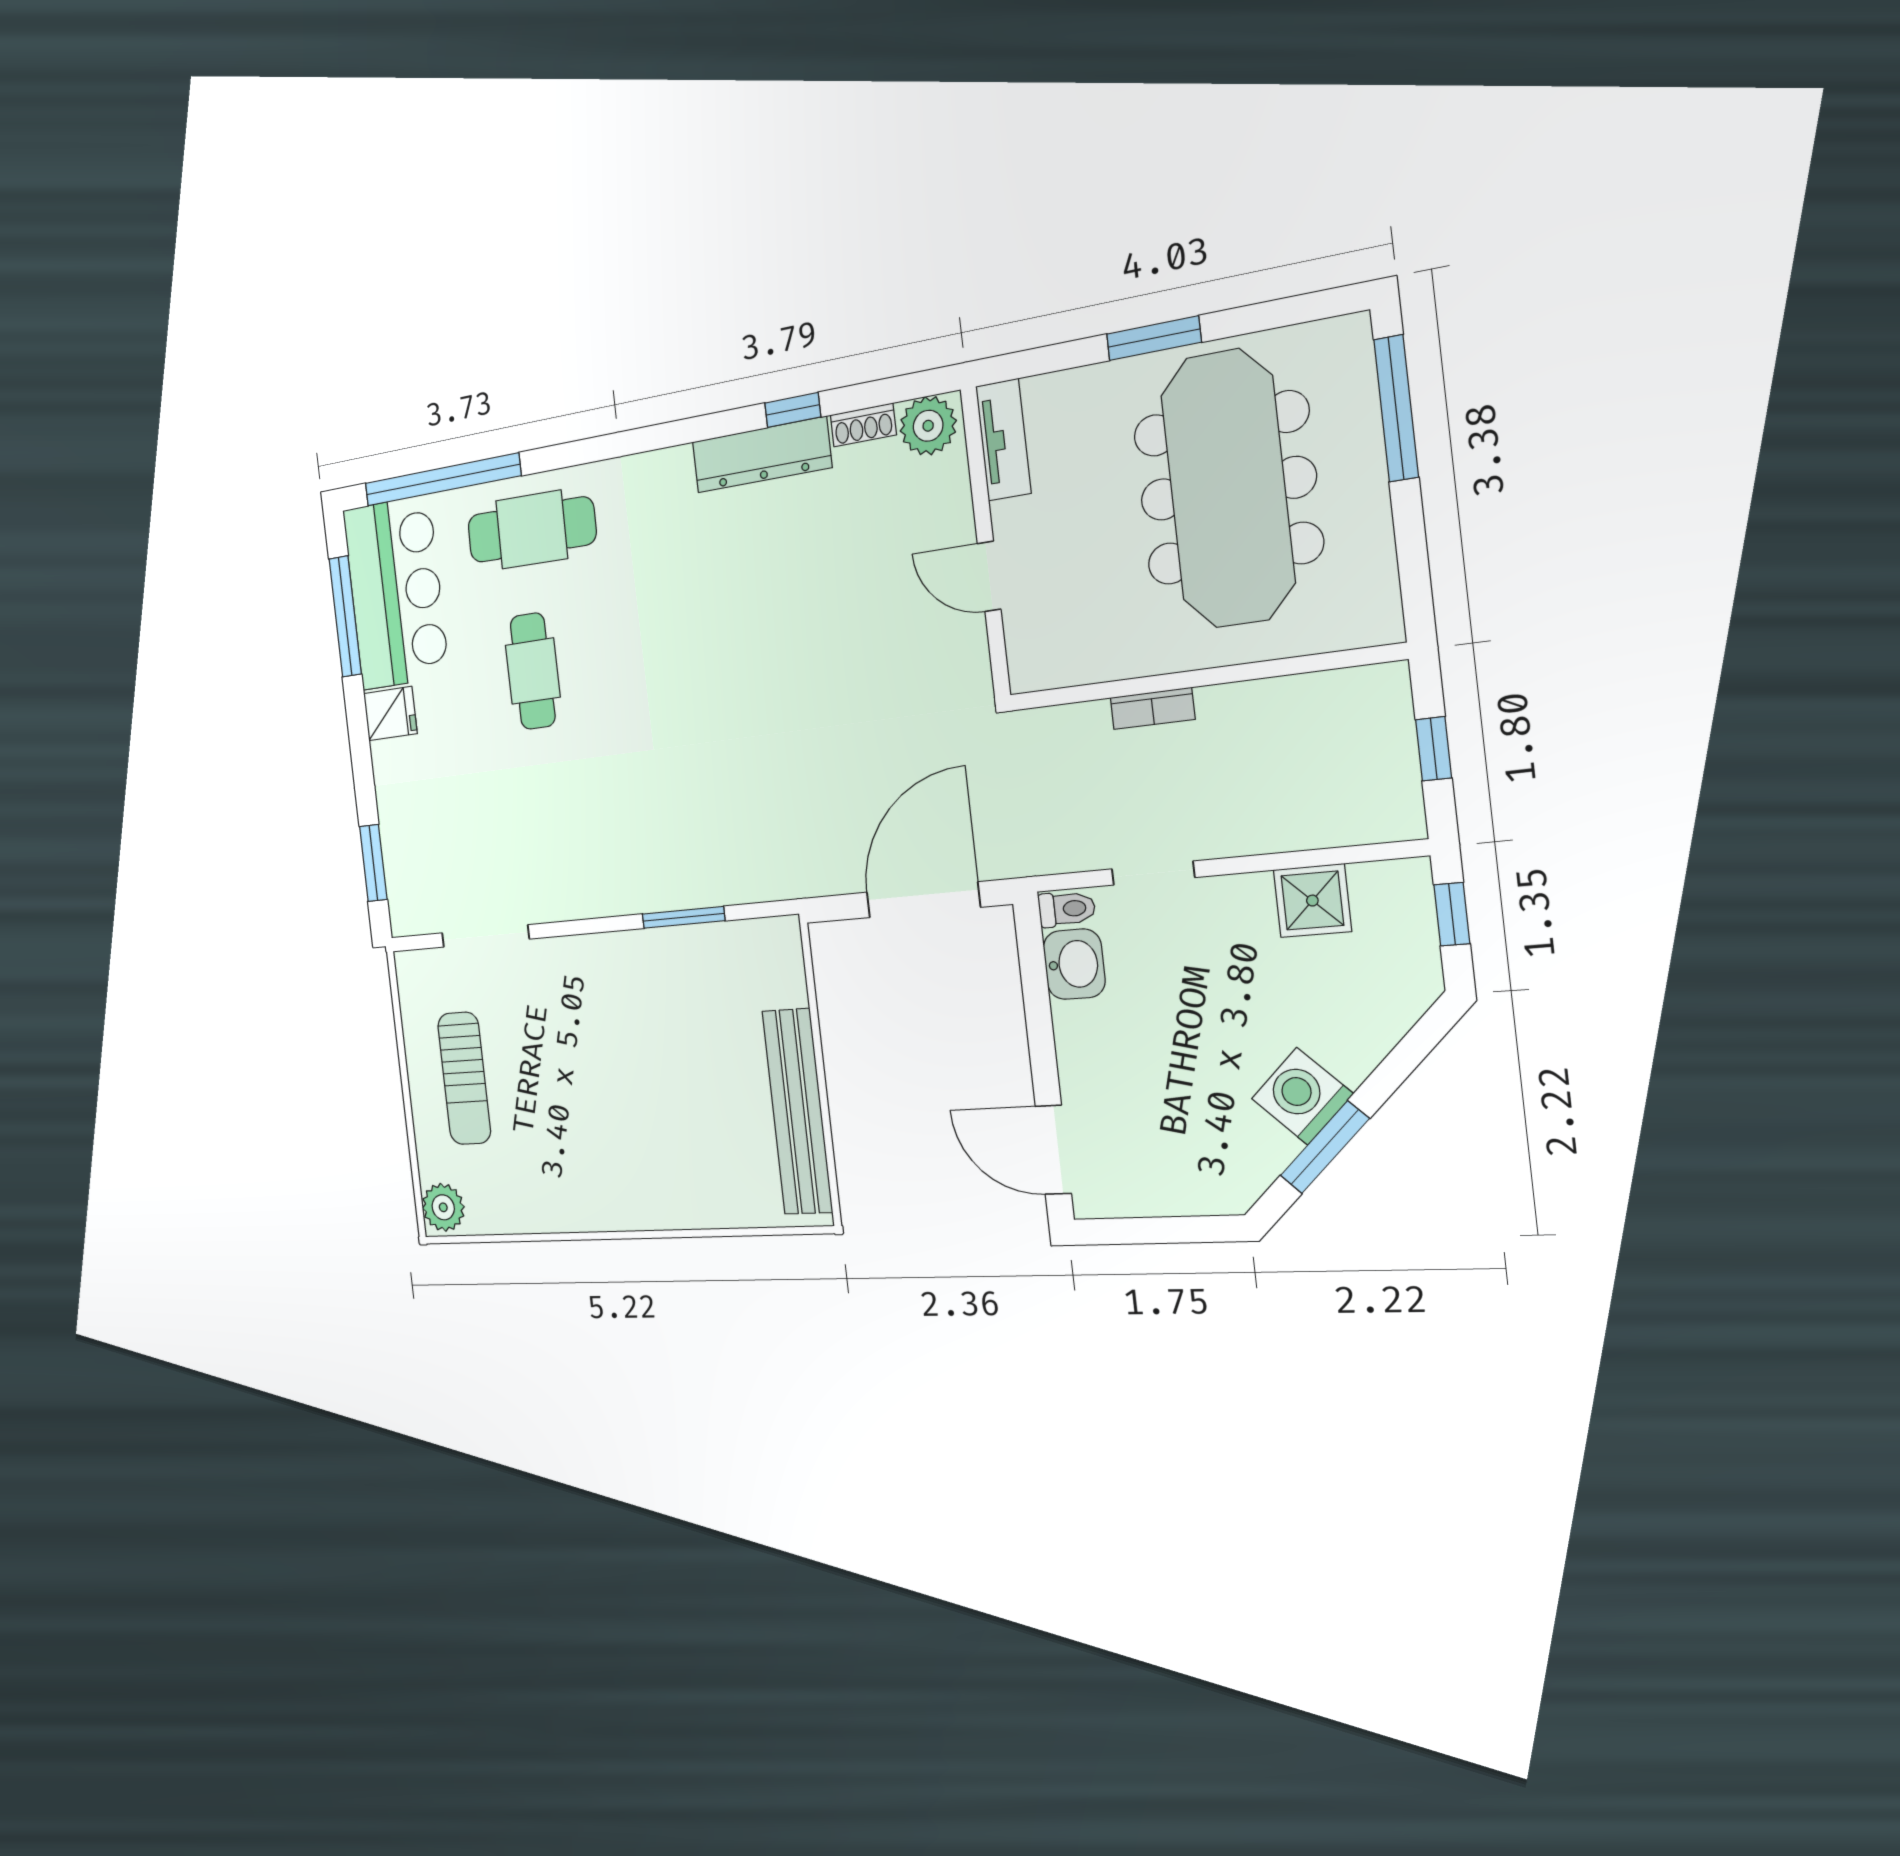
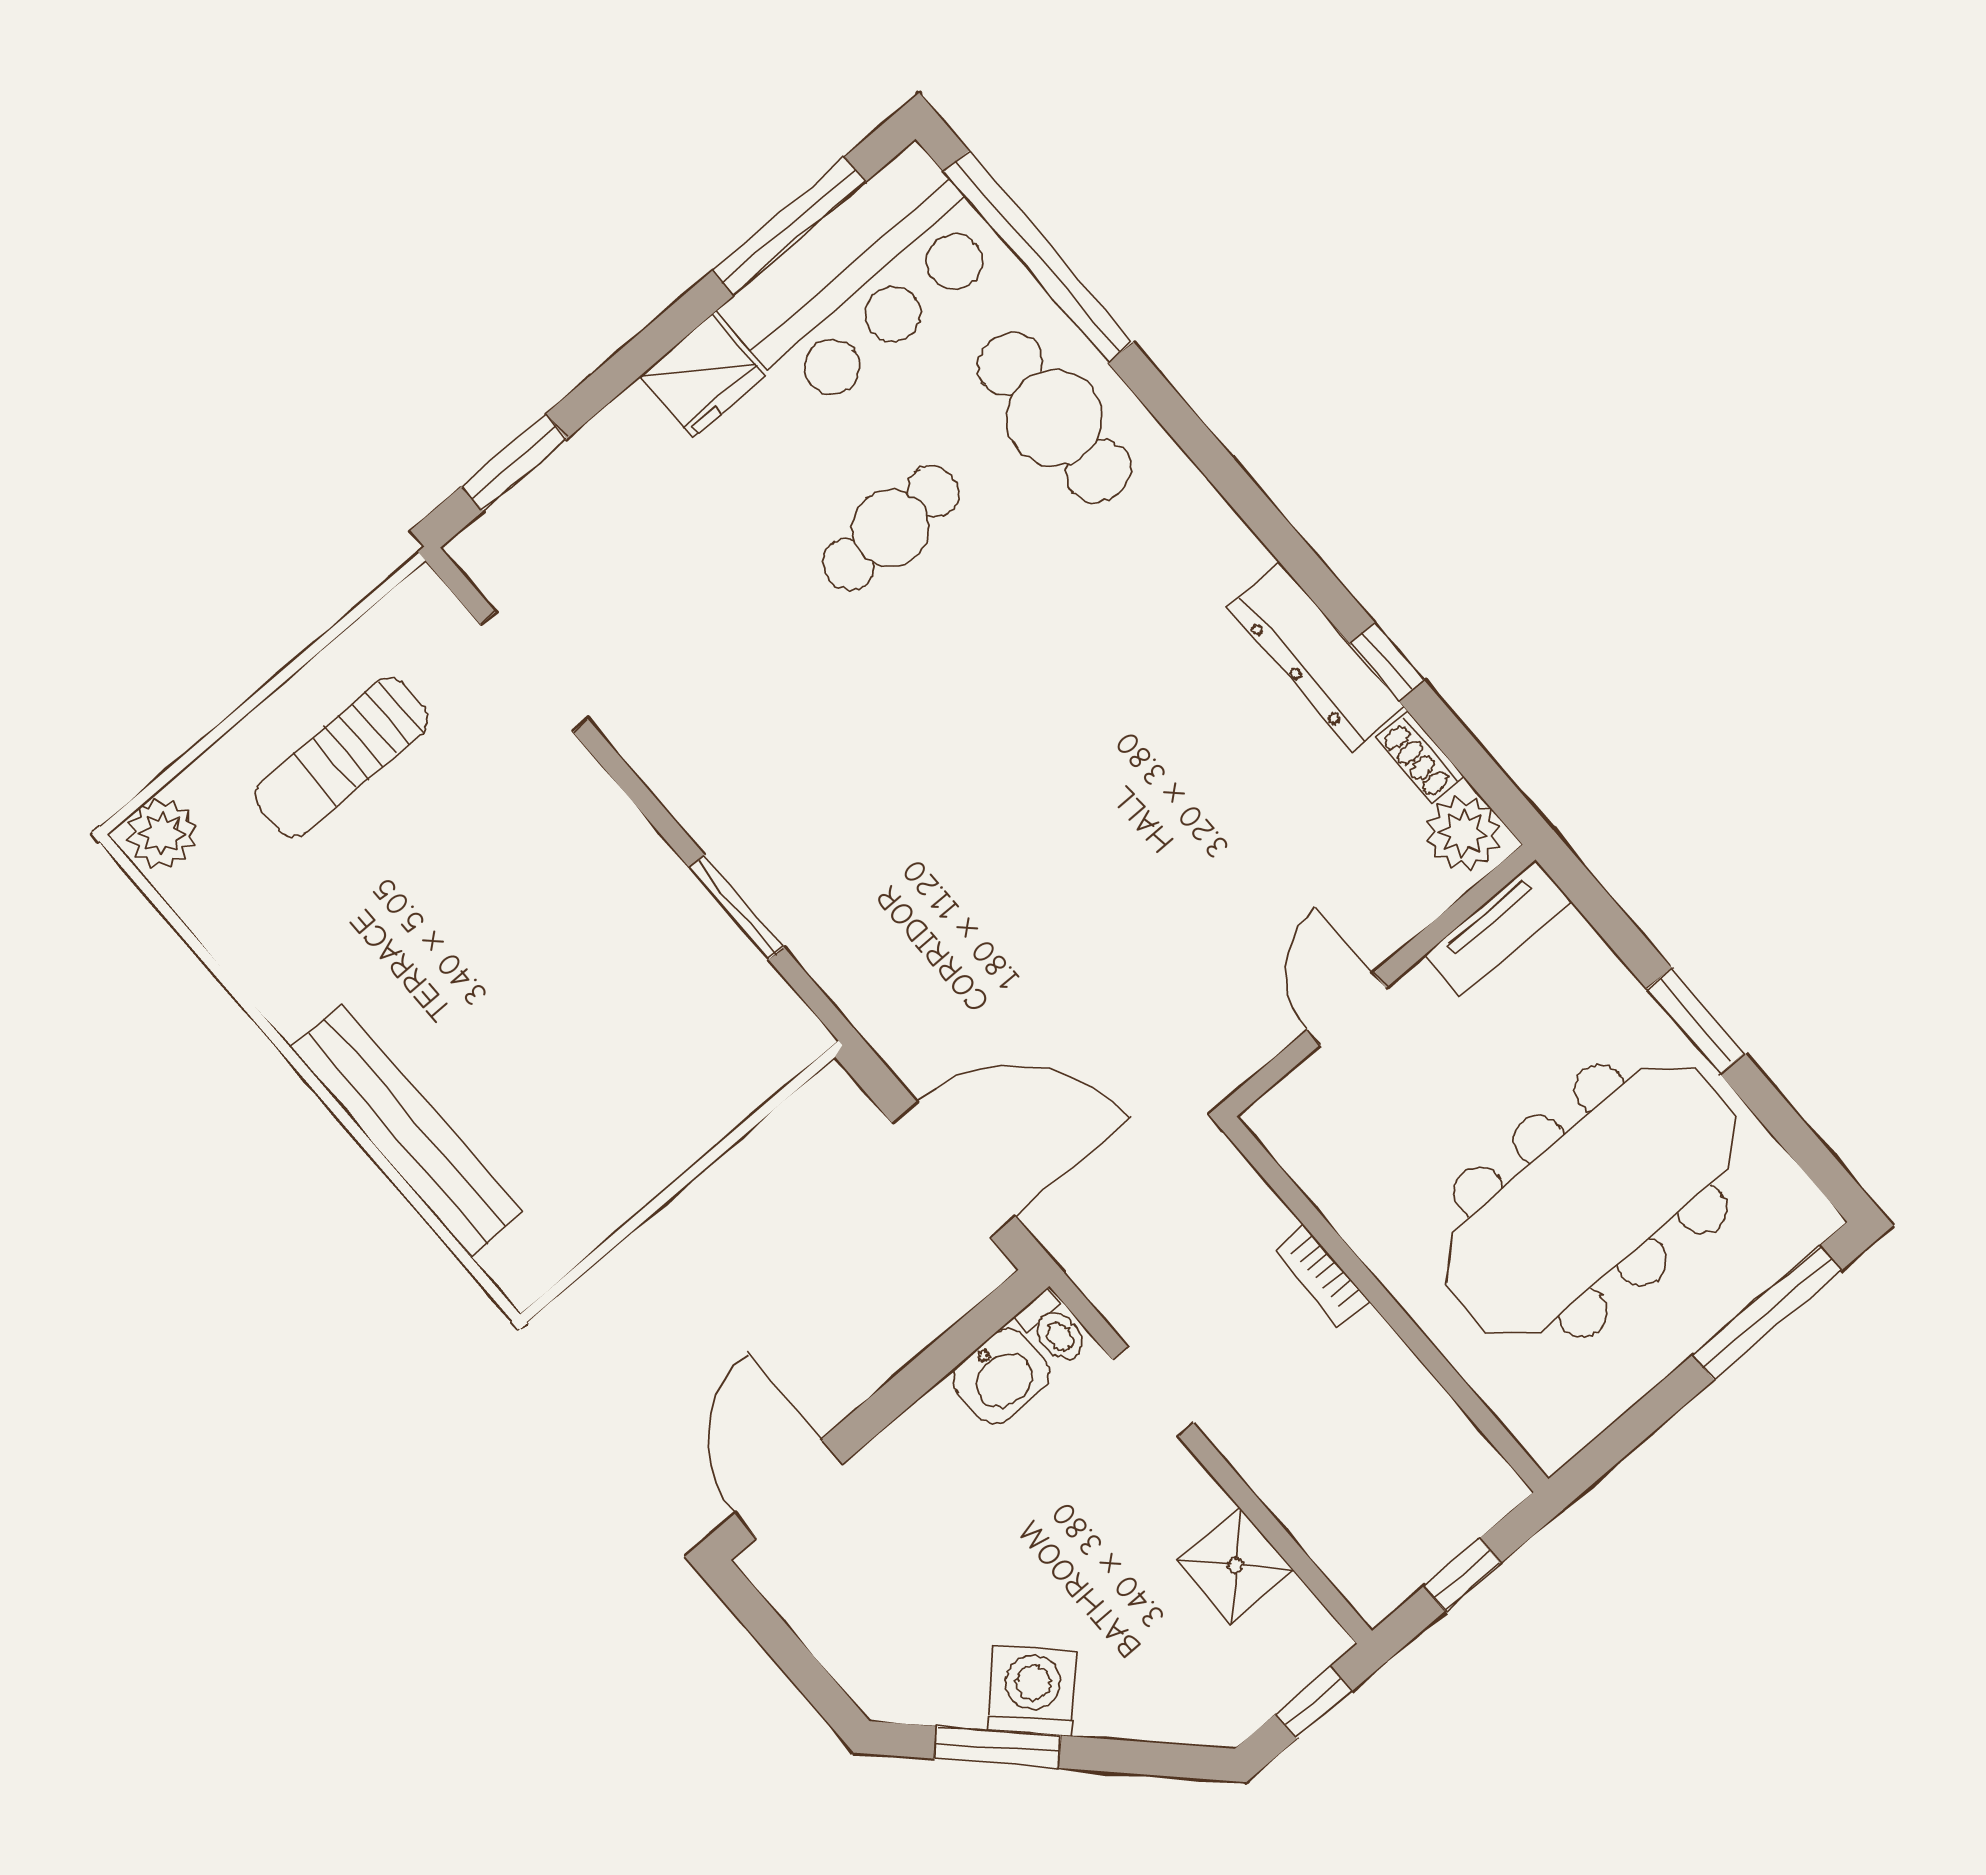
fridge: (390, 714) -> (703, 376), width x1.38
bench: (797, 1112) -> (406, 1130), moved, turned 90

